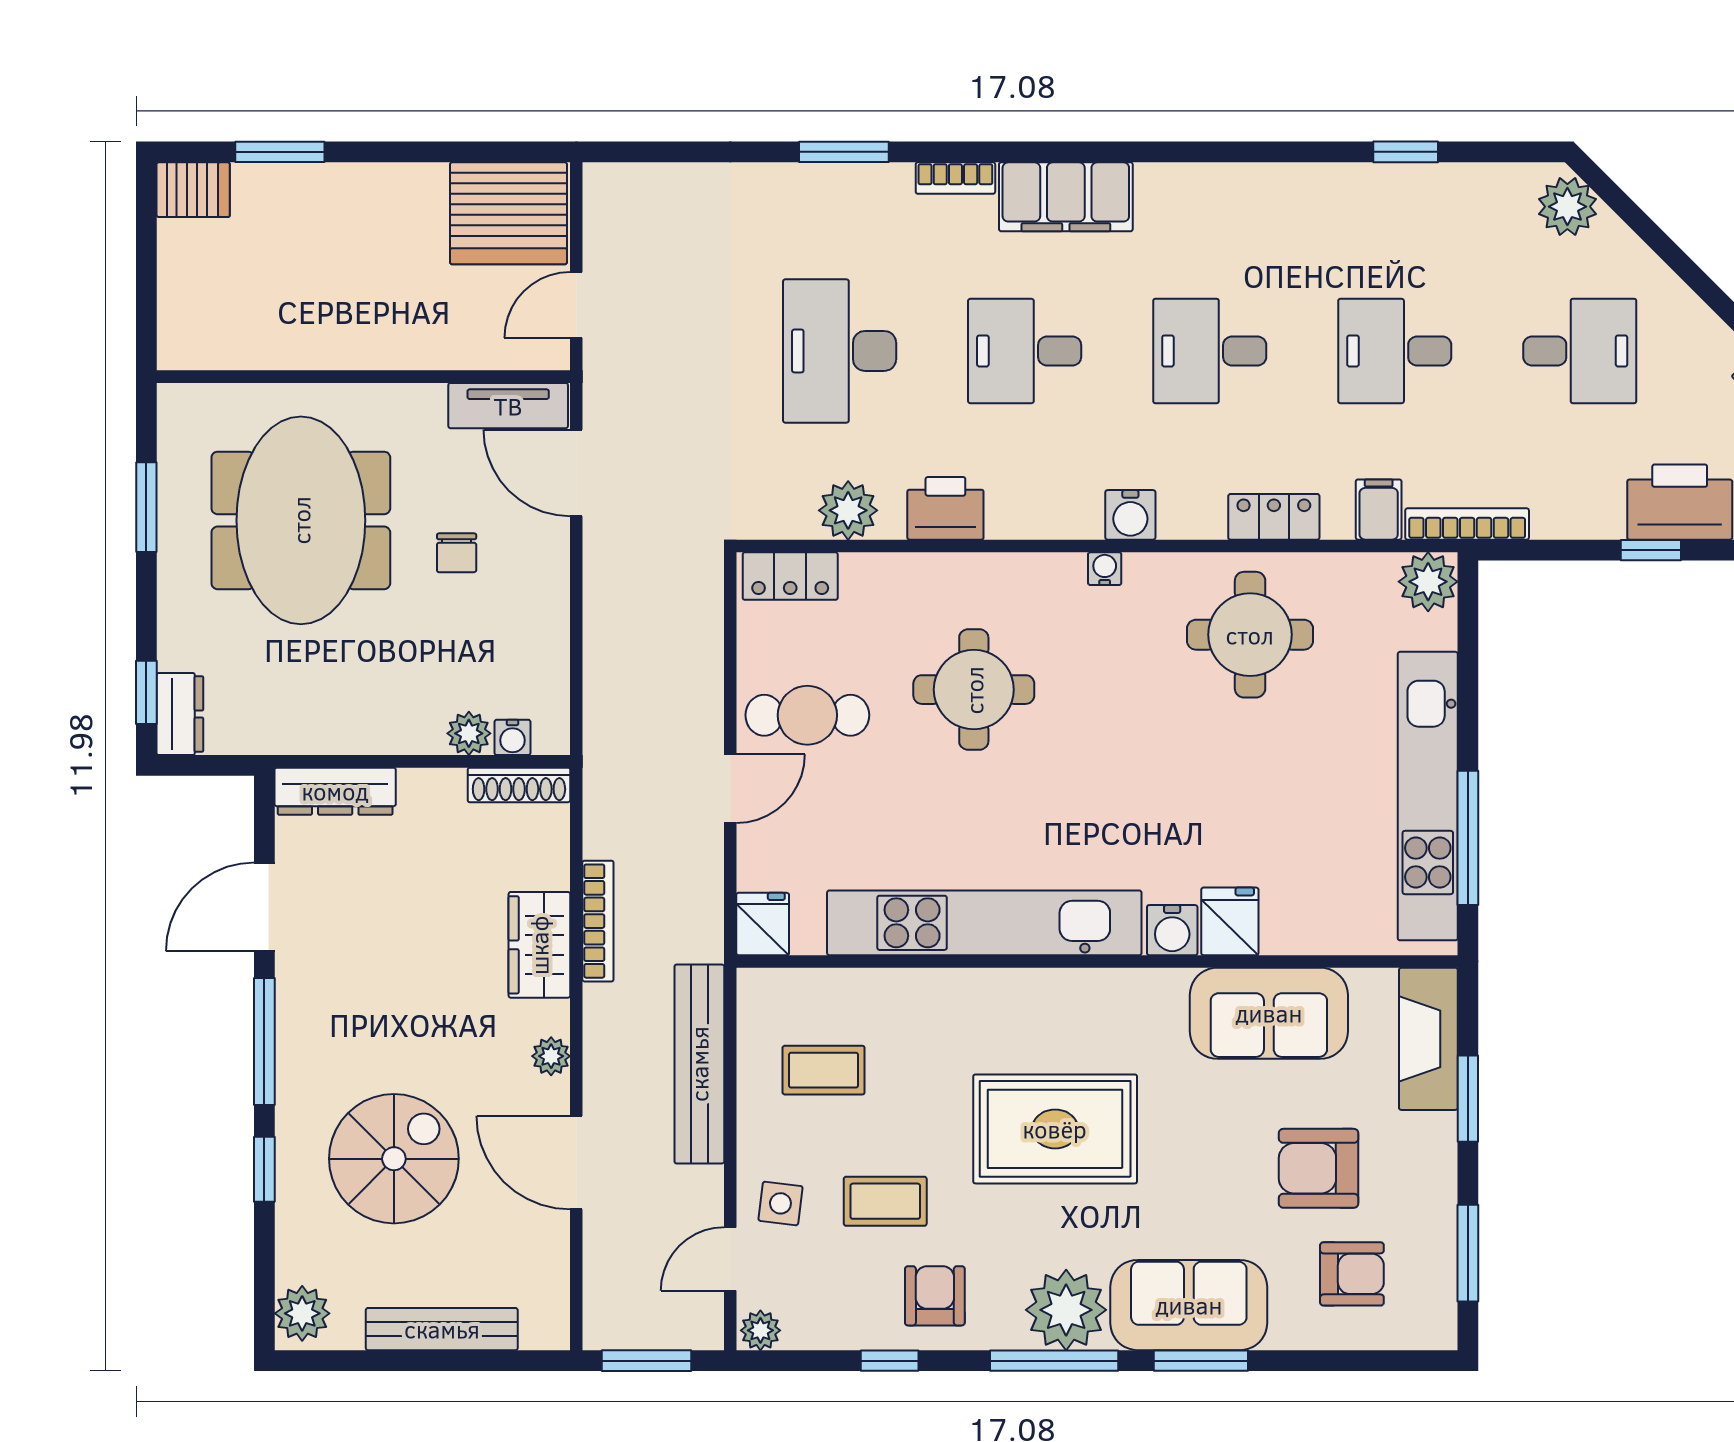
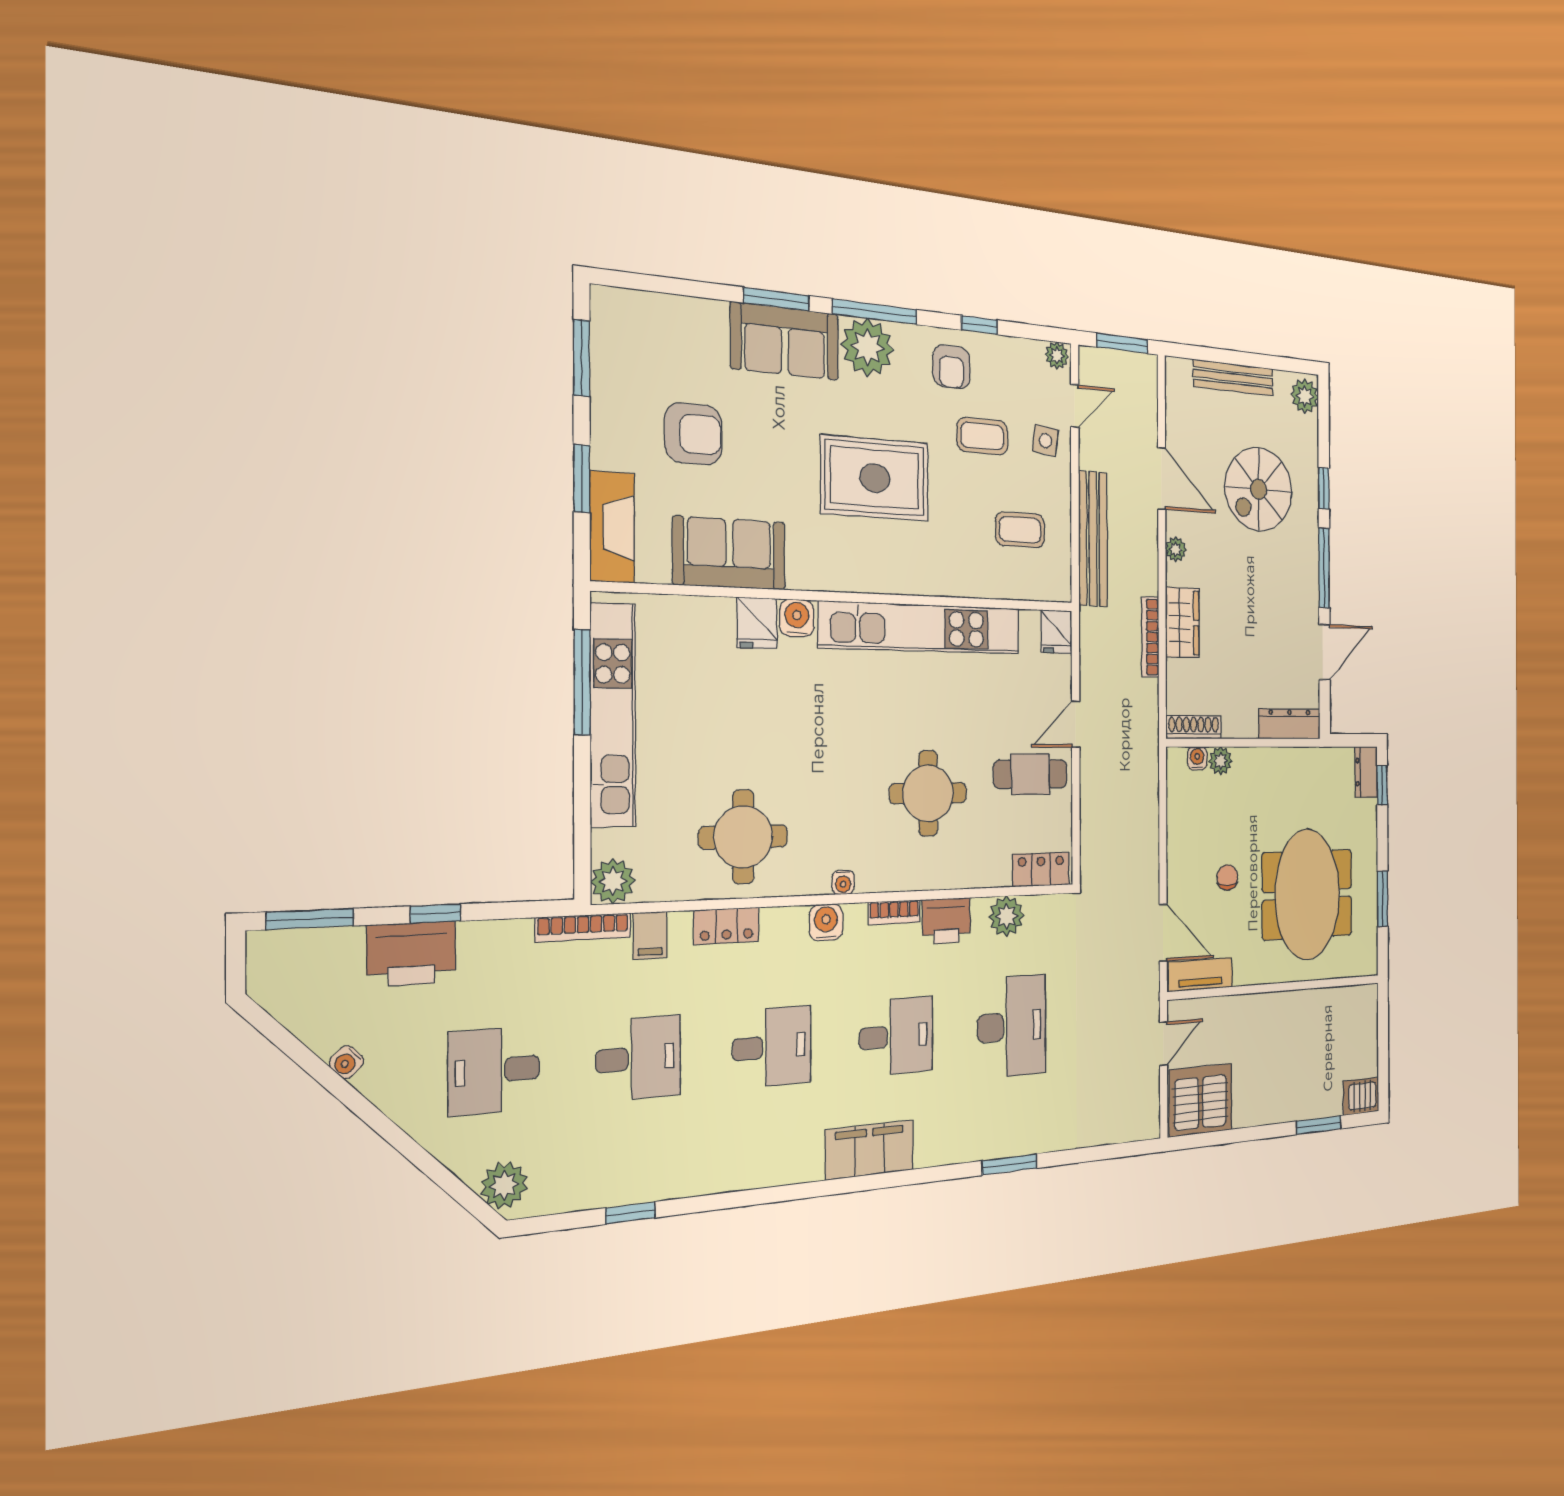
bookcase: (955, 178) -> (894, 912), moved, turned 180
armchair: (1352, 1274) -> (669, 351), removed

